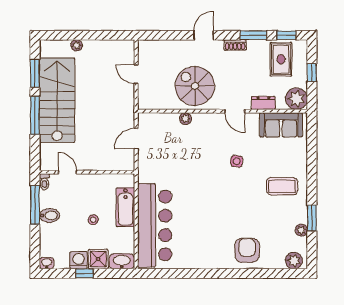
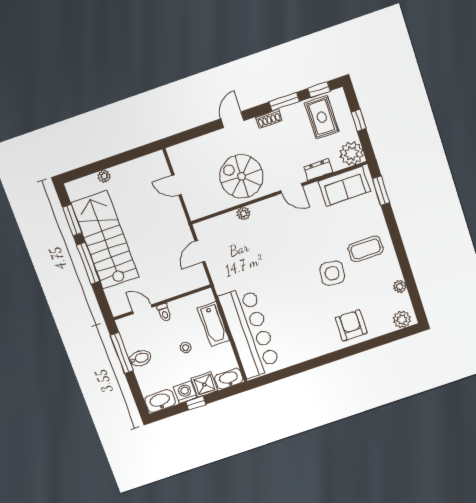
side table: (237, 161) -> (332, 273), moved, width x1.87, depth x1.87
toilet: (44, 182) -> (164, 313), moved
window: (312, 218) -> (381, 191), moved
washbasin: (47, 263) -> (160, 401), width x1.91, depth x1.45

